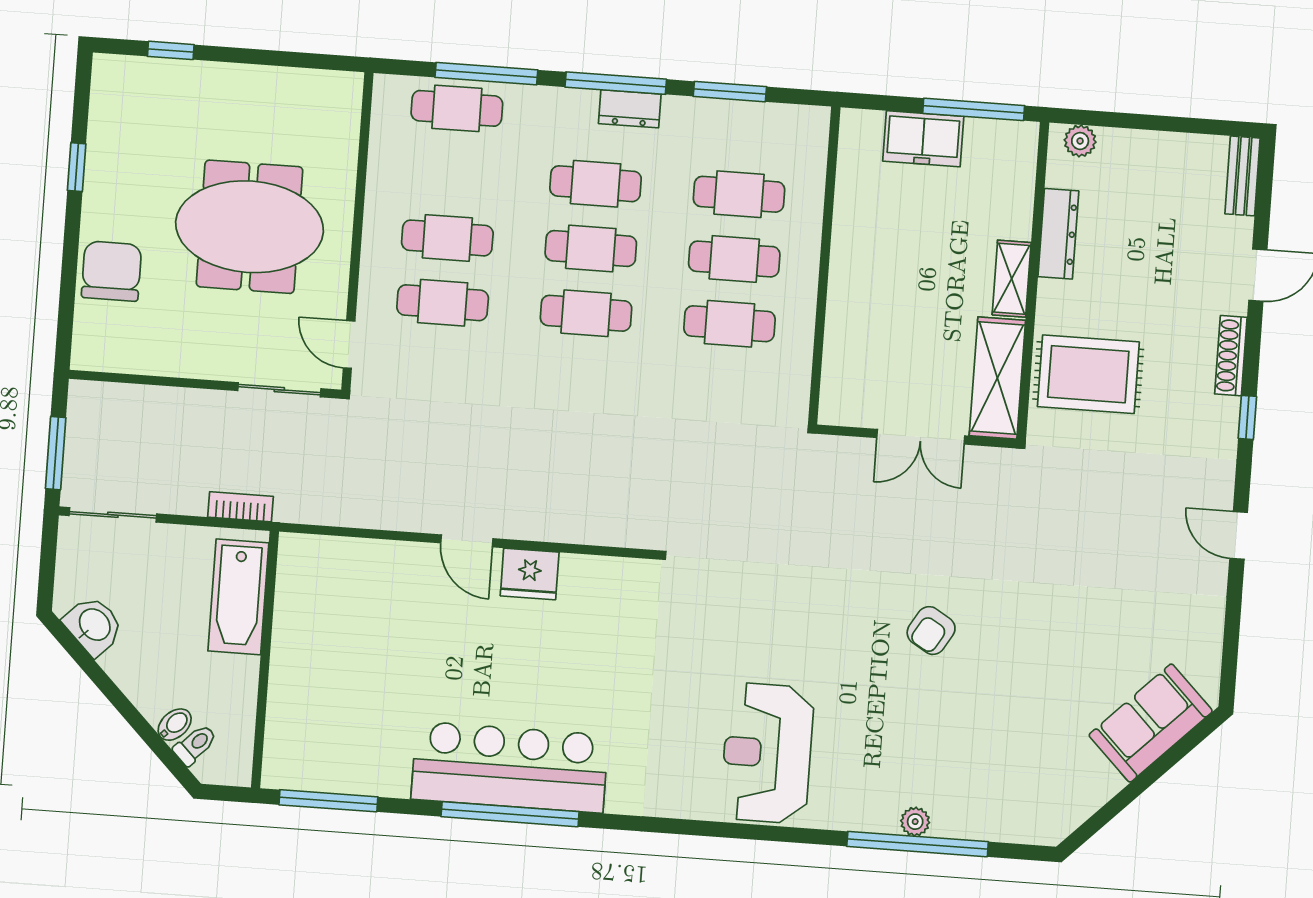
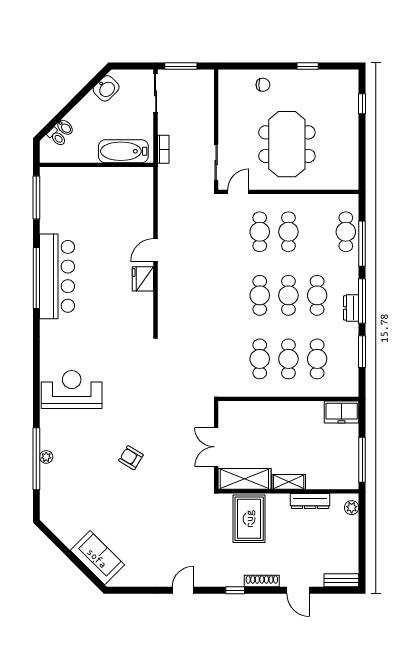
freezer: (923, 139) -> (342, 412), moved, turned -90
chair: (111, 271) -> (263, 85), width x0.54, depth x0.54

